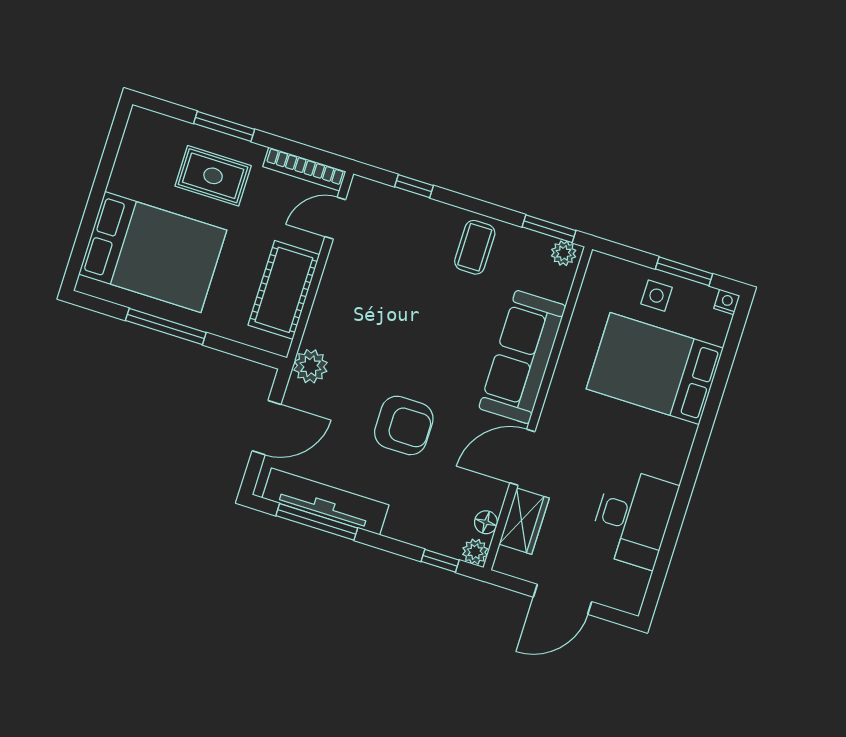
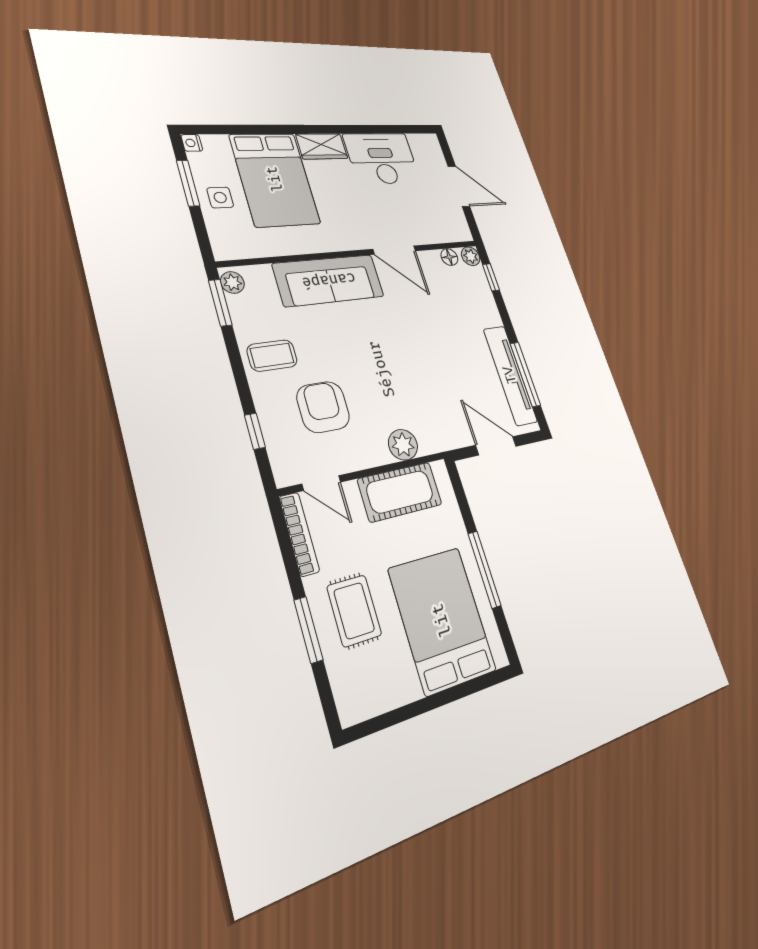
plant: (310, 366) -> (403, 445), moved
armchair: (404, 425) -> (323, 407), moved
wardrobe: (524, 521) -> (322, 146), moved, turned 180

